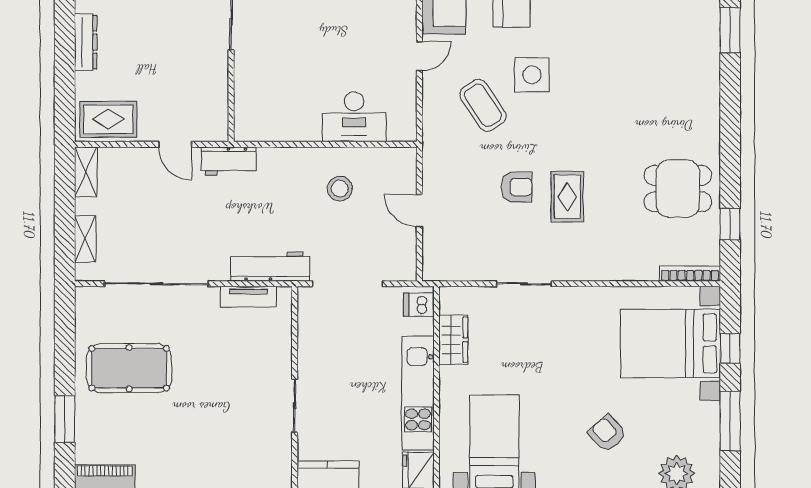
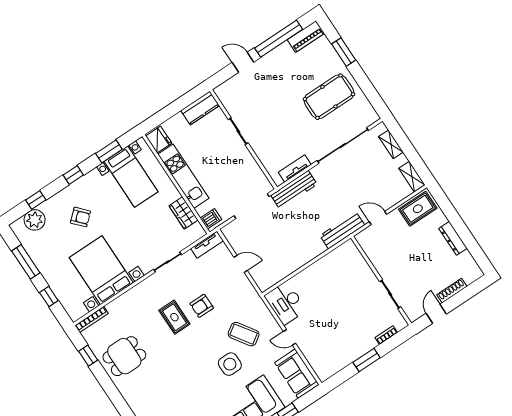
door: (419, 56) -> (289, 337), hinge flipped
desk: (354, 117) -> (286, 303), moved, turned -90
workbench: (229, 161) -> (342, 230), width x1.37
stool: (340, 189) -> (285, 249), removed
tv unit: (450, 271) -> (207, 245), added
bed with nightstands: (670, 343) -> (101, 270), moved, turned -90

